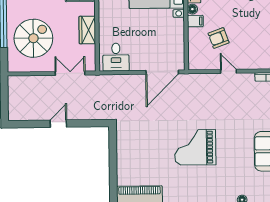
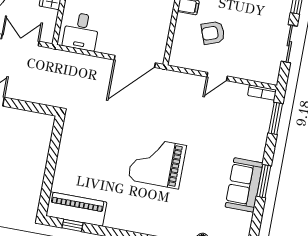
door: (229, 71) -> (217, 77), swing flipped

